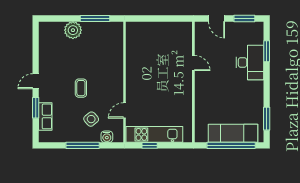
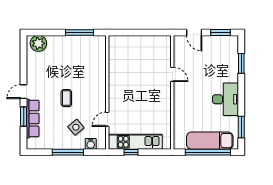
plant: (73, 30) -> (38, 43), moved
desk: (250, 62) -> (226, 99), moved
row of seats: (45, 116) -> (33, 118), width x1.48

